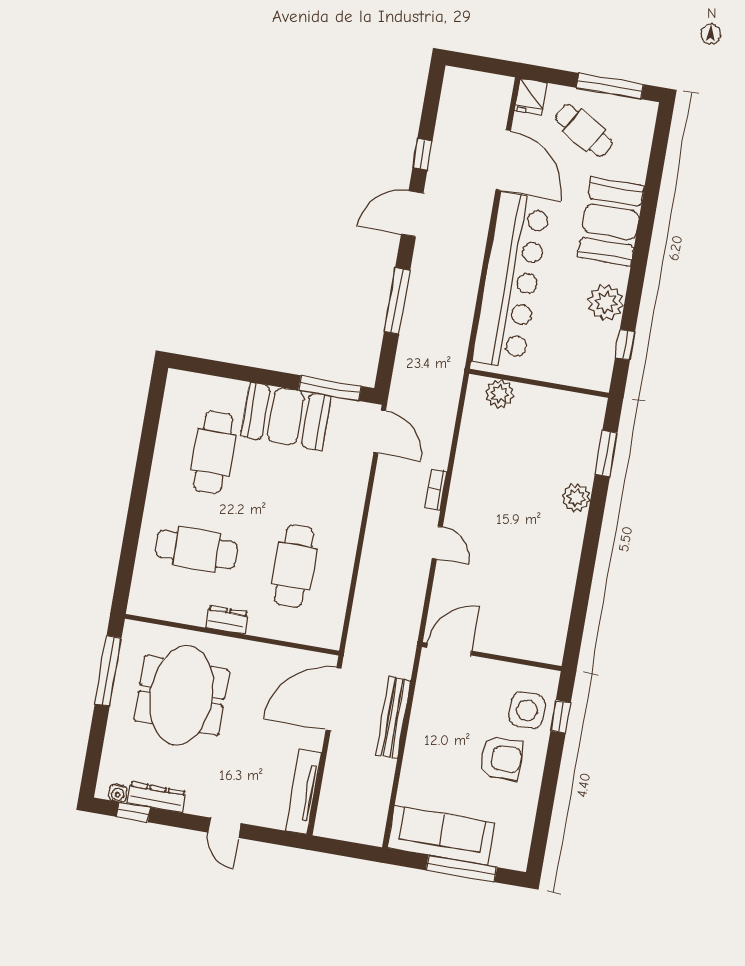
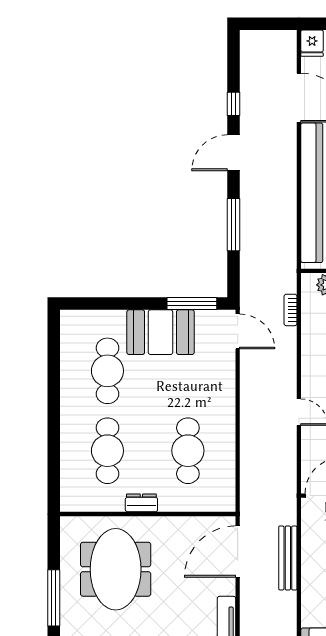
bookcase: (436, 489) -> (290, 310), moved
cafe table: (196, 549) -> (107, 451), turned 90
window: (108, 671) -> (54, 598), moved

